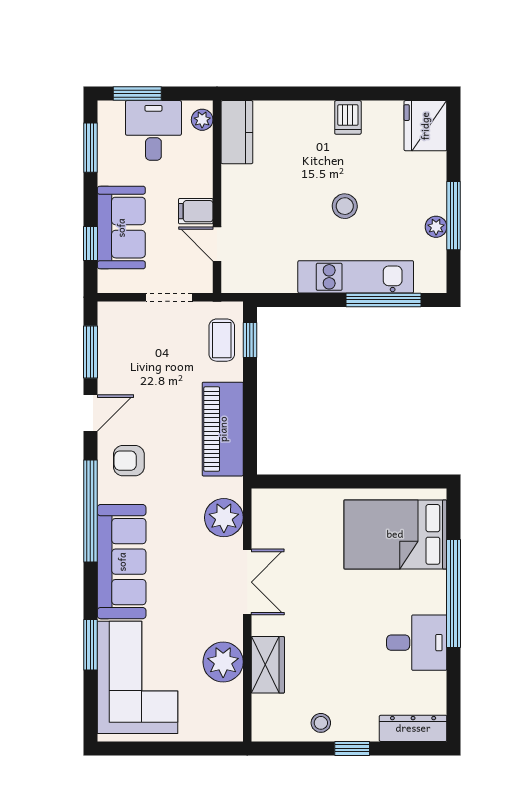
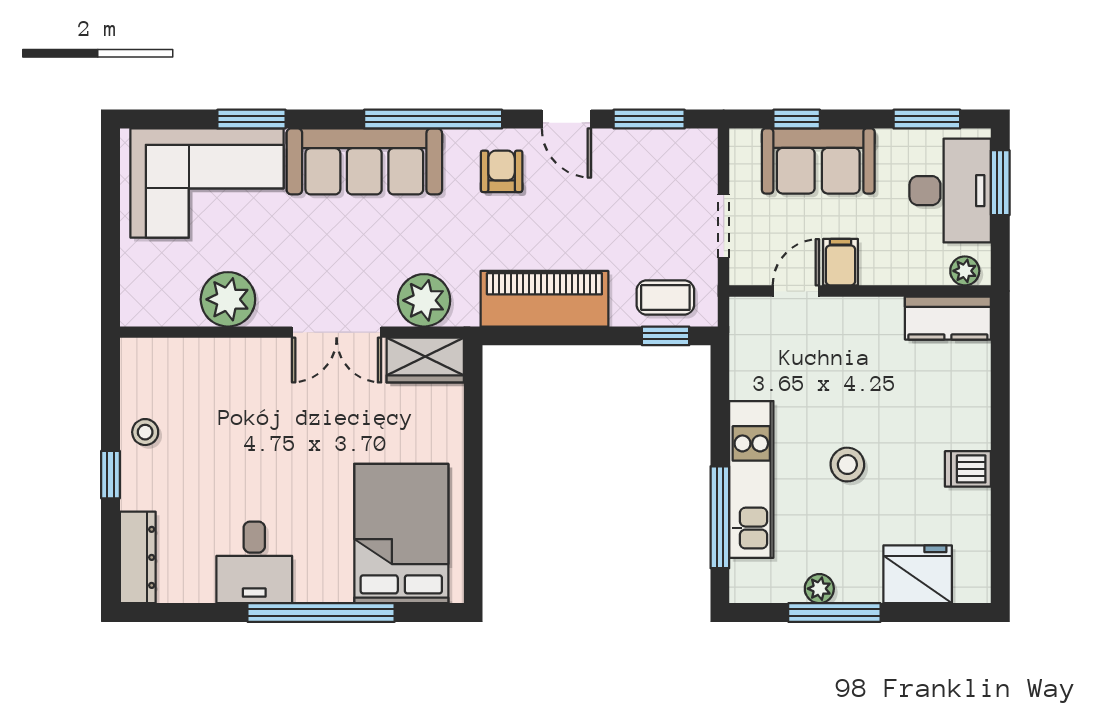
fridge: (425, 126) -> (918, 574), moved
desk: (153, 130) -> (950, 191), width x1.37
wardrobe: (268, 665) -> (425, 360), moved

